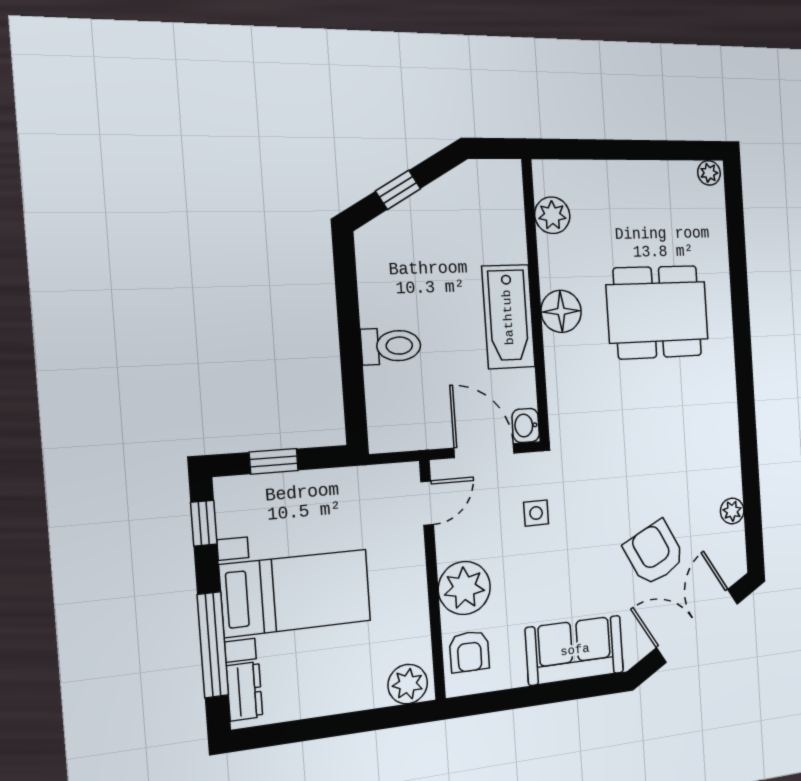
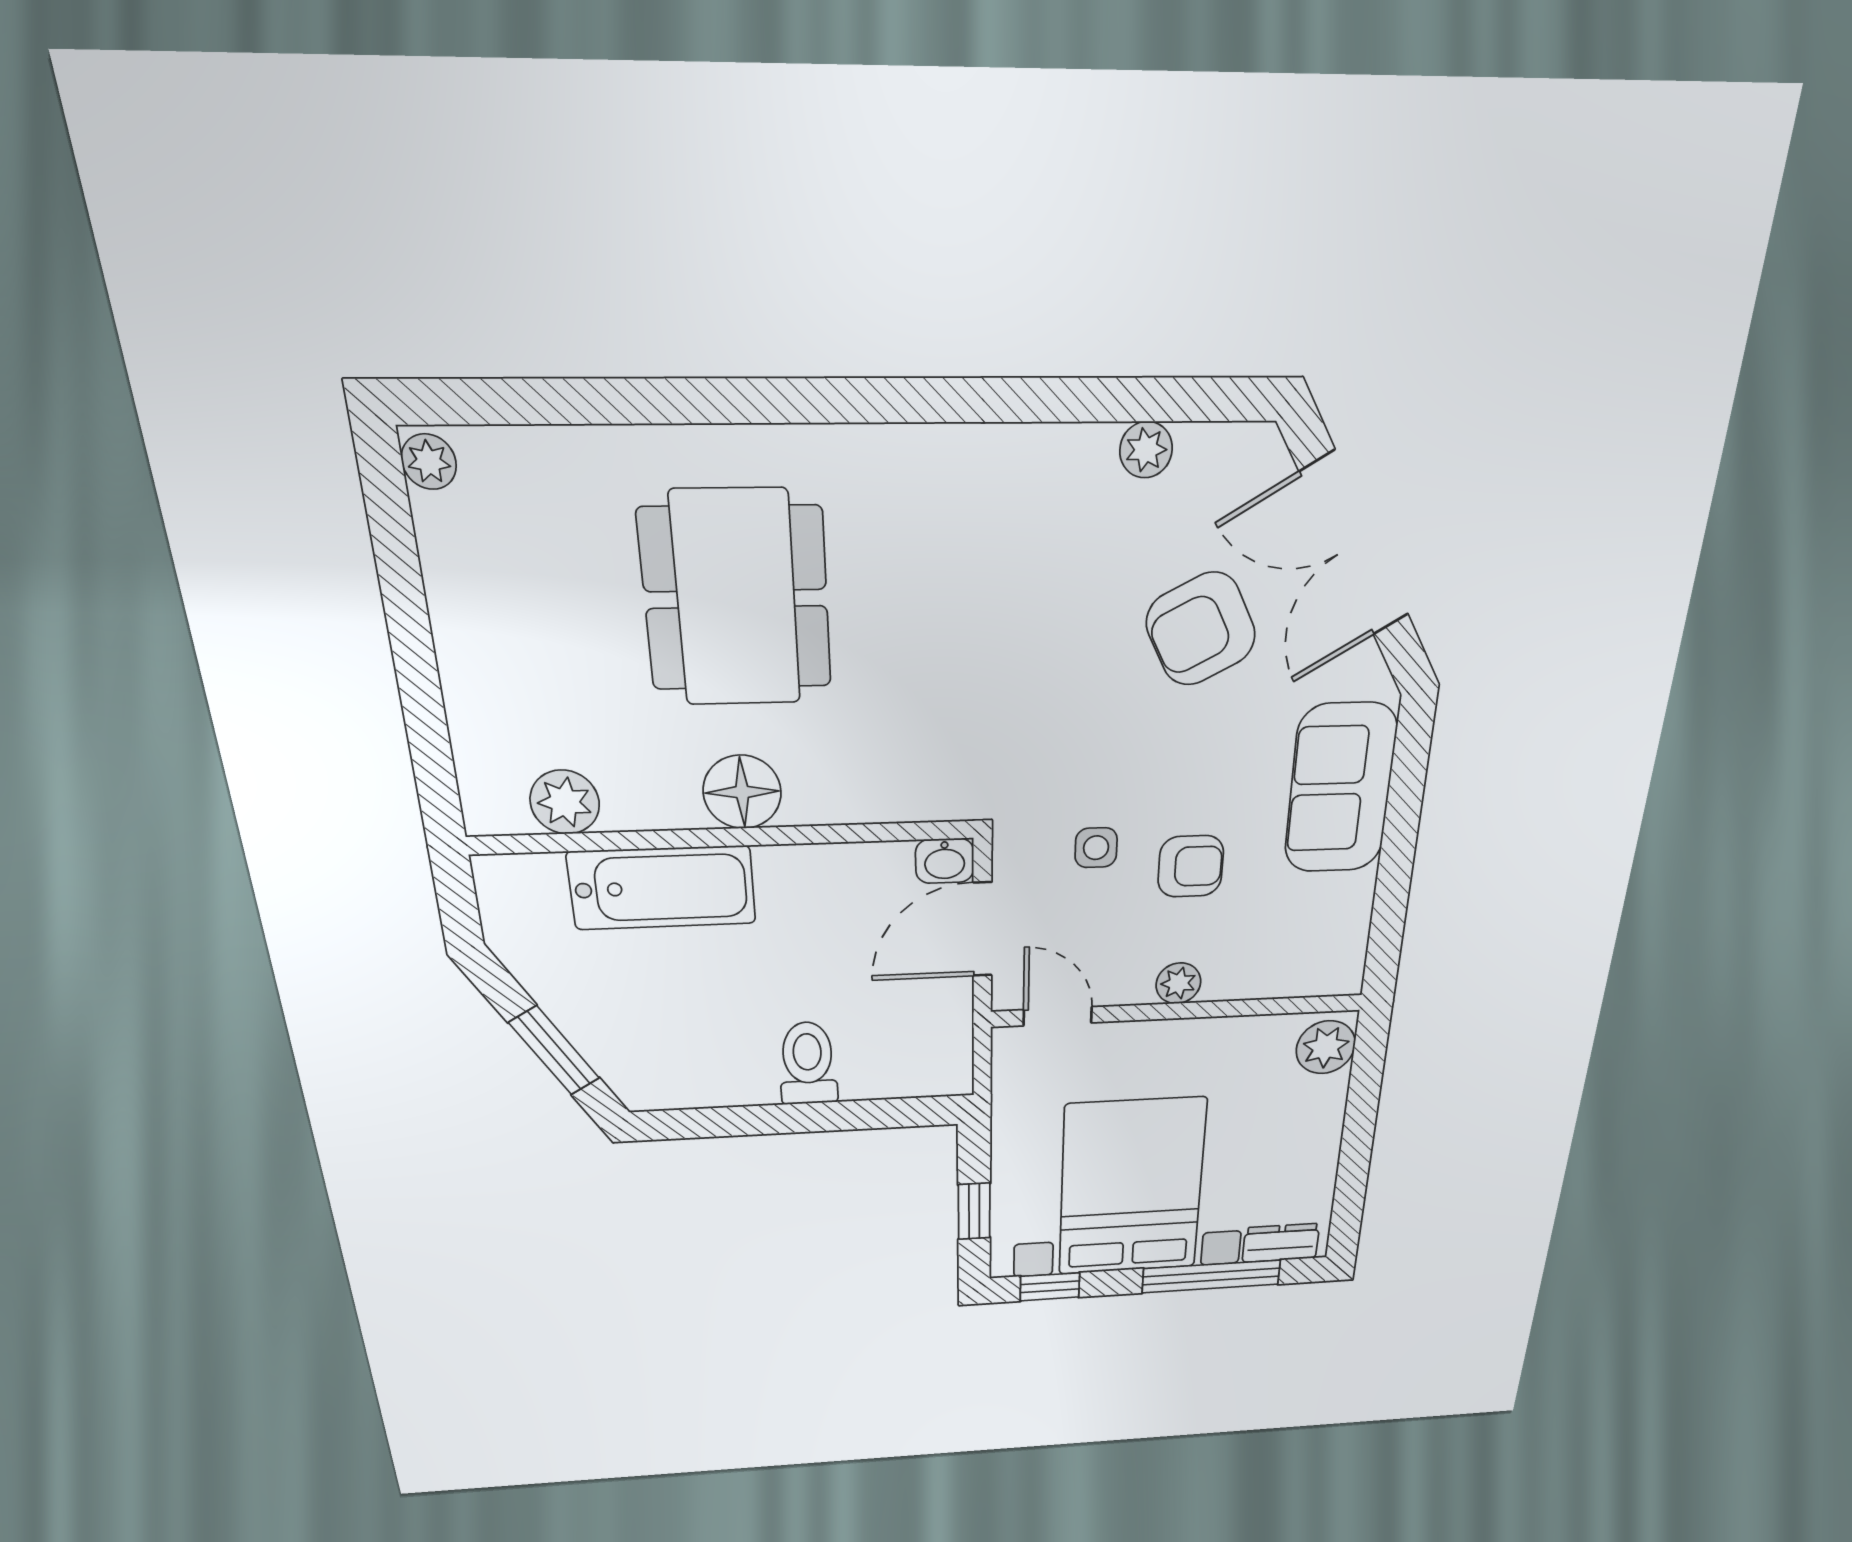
window: (398, 190) -> (554, 1050), width x1.50
bathtub: (508, 317) -> (662, 888), moved
plant: (464, 588) -> (1178, 983), width x0.53, depth x0.53
bed with nightstands: (296, 593) -> (1132, 1187), width x1.36
armchair: (469, 652) -> (1191, 866), moved

